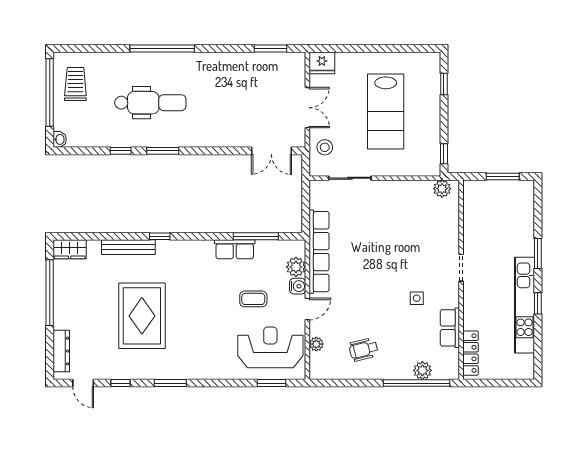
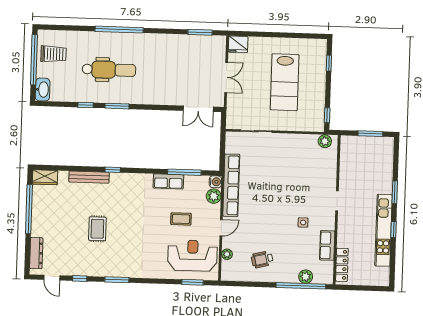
trolley: (75, 84) -> (53, 54), turned 90
washbasin: (60, 139) -> (43, 90), width x1.91, depth x1.45
stool: (325, 147) -> (238, 107), removed
water cooler: (298, 286) -> (215, 182), moved
rug: (142, 316) -> (97, 229), width x0.54, depth x0.49

